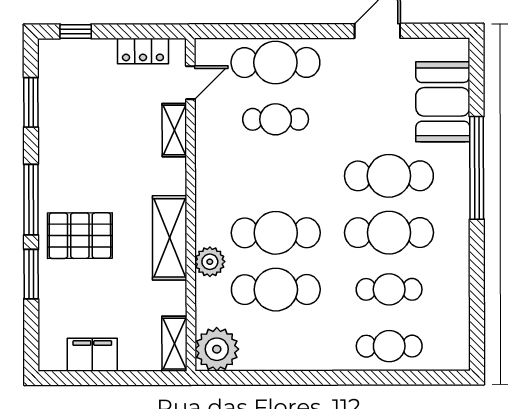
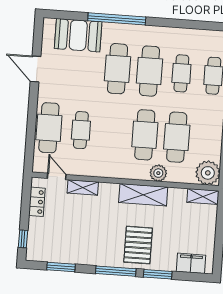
filing cabinet: (92, 355) -> (191, 263), moved, turned 90

